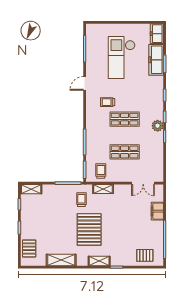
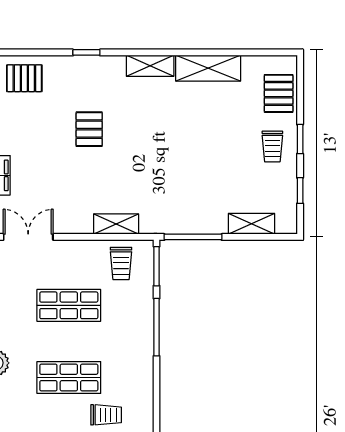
shelving: (31, 189) -> (252, 224), moved
trolley: (81, 200) -> (272, 146), moved
pallet: (89, 229) -> (89, 129), moved, width x0.49, depth x0.50
shelving: (99, 261) -> (150, 66), moved

